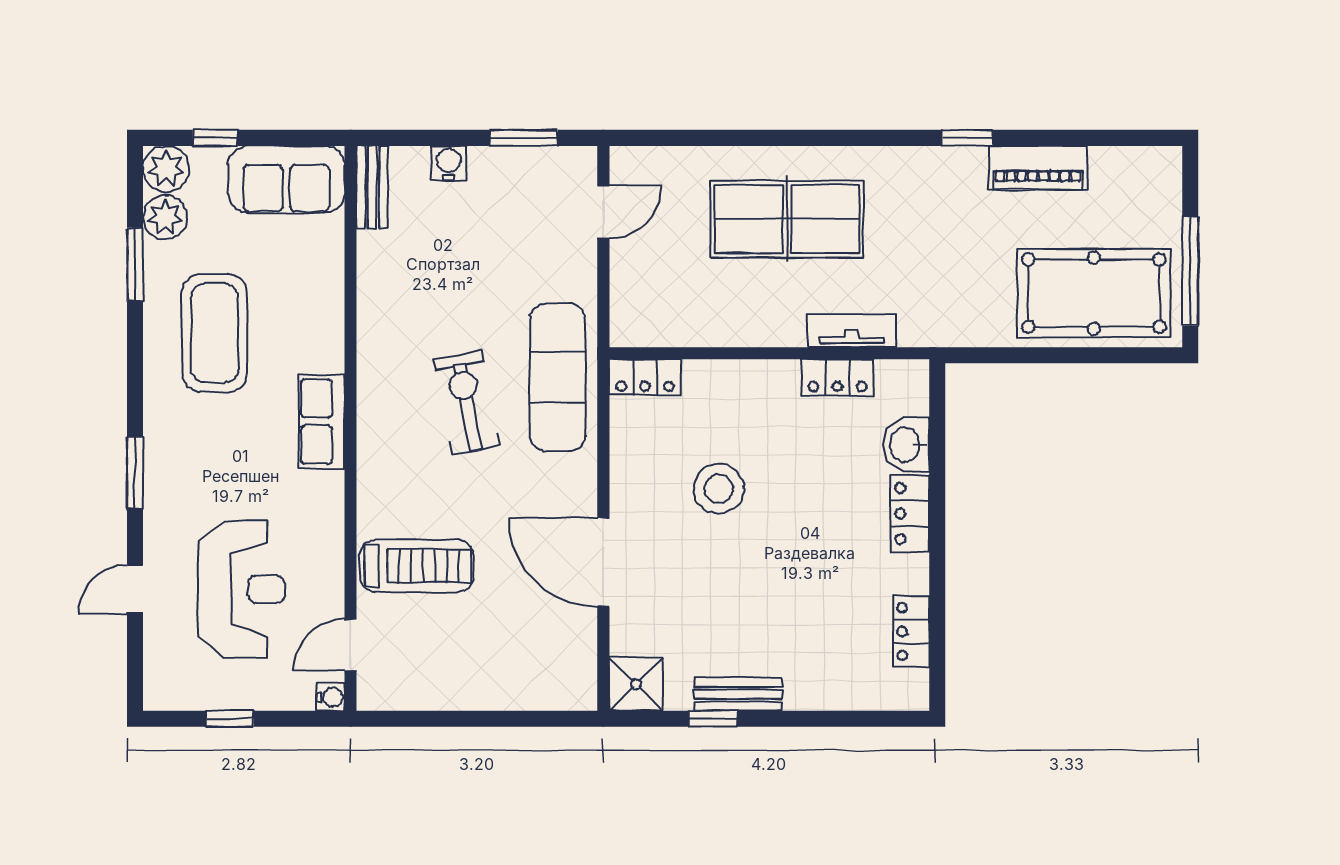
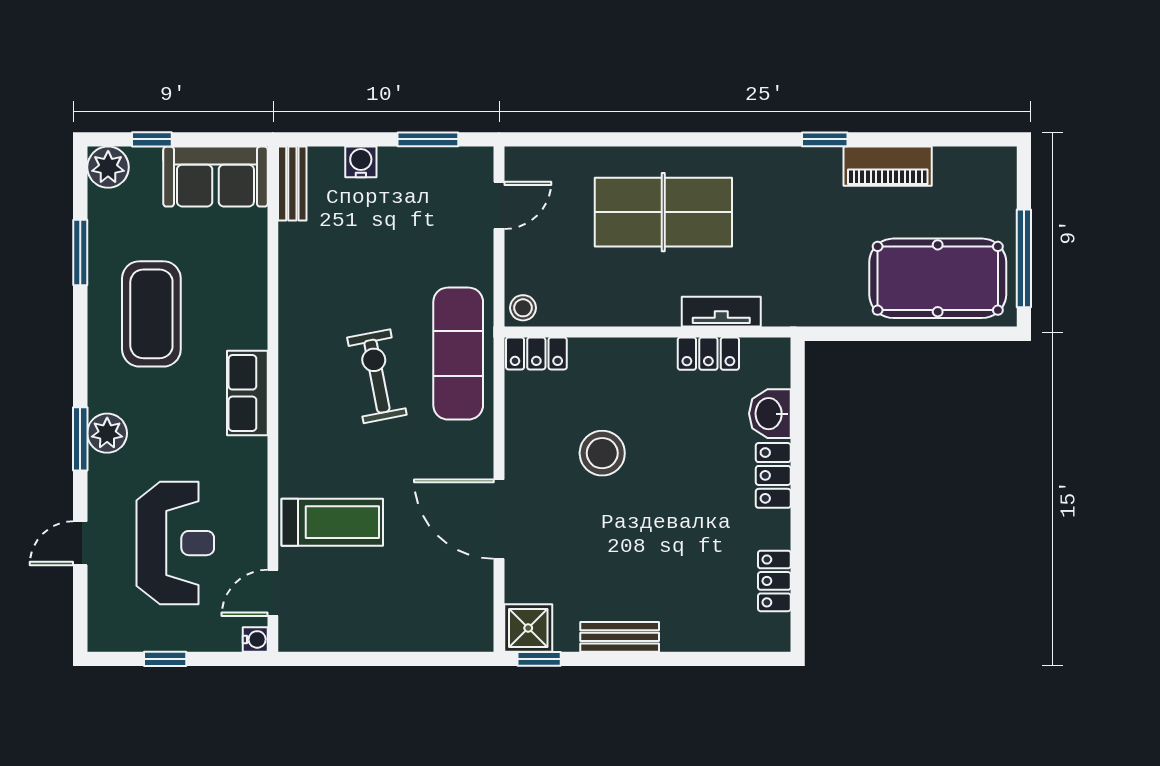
plant: (165, 217) -> (107, 433), moved
stool: (630, 326) -> (523, 308), added
window: (713, 719) -> (539, 659), moved

